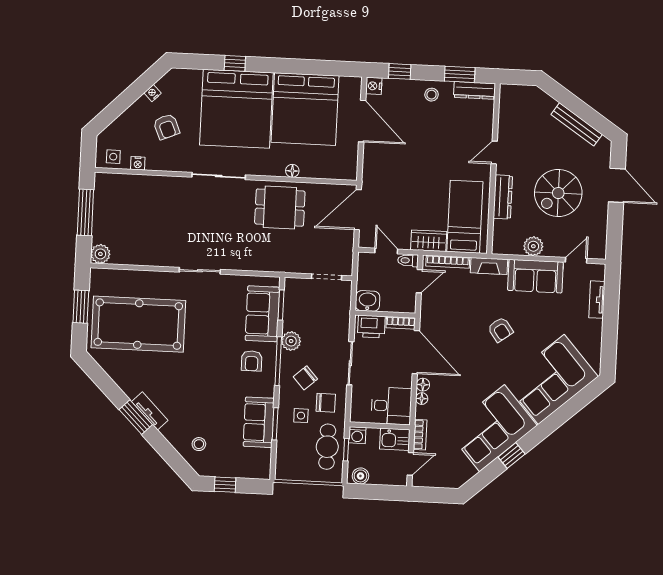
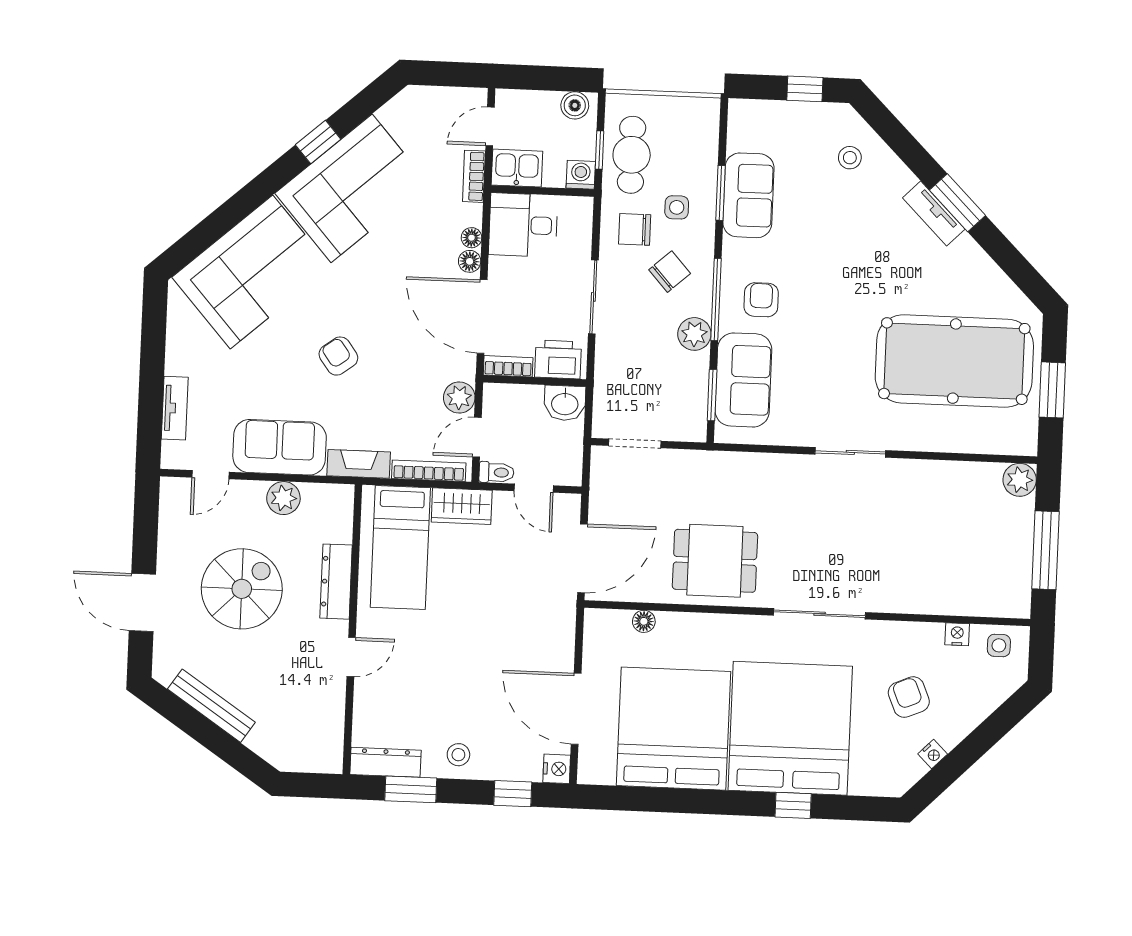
floor lamp: (292, 171) -> (644, 621), moved
plant: (430, 305) -> (459, 398), added

